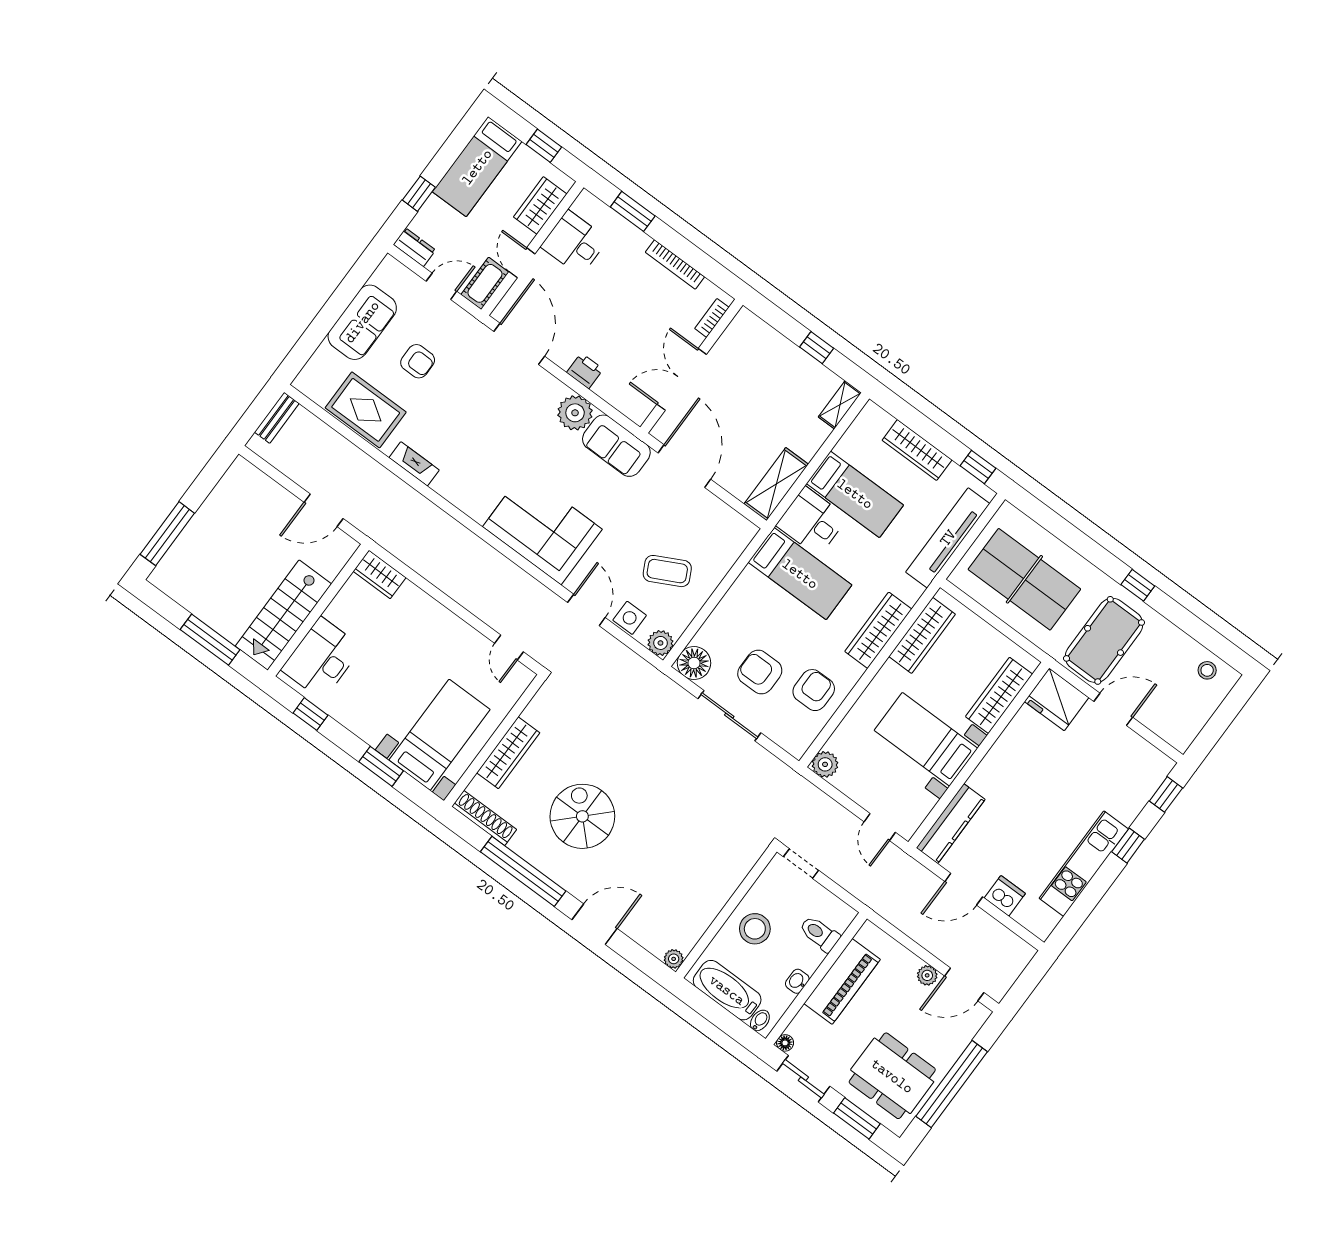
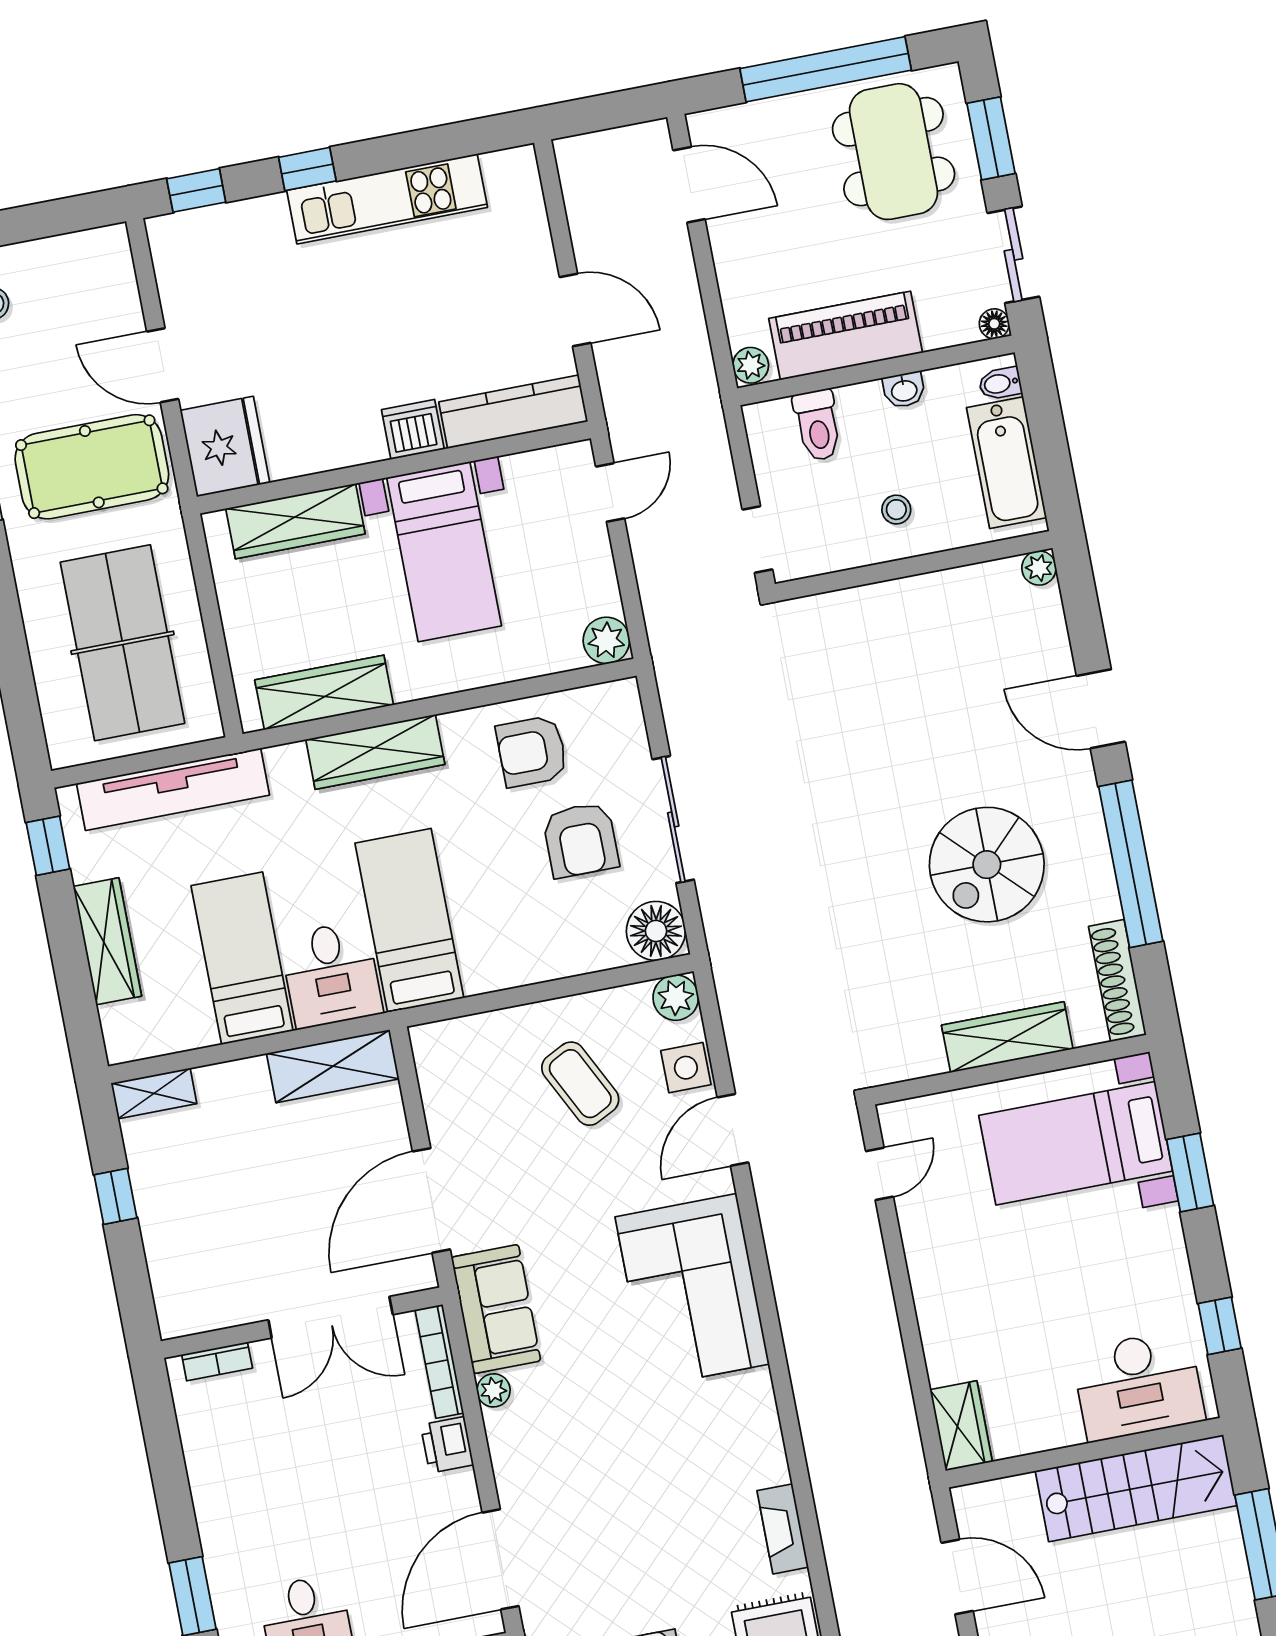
bookcase: (675, 264) -> (439, 1361), moved, turned 180
plant: (575, 413) -> (494, 1390), width x0.53, depth x0.53
dishwasher: (1005, 896) -> (413, 429), moved, turned 90
stool: (755, 929) -> (896, 510), width x0.53, depth x0.53
plant: (927, 975) -> (751, 365), moved

